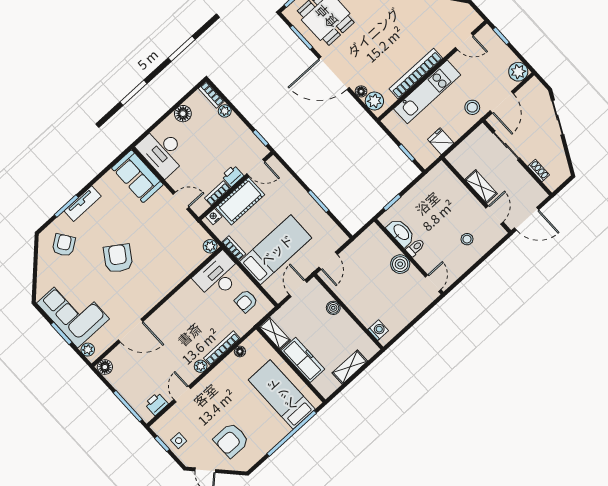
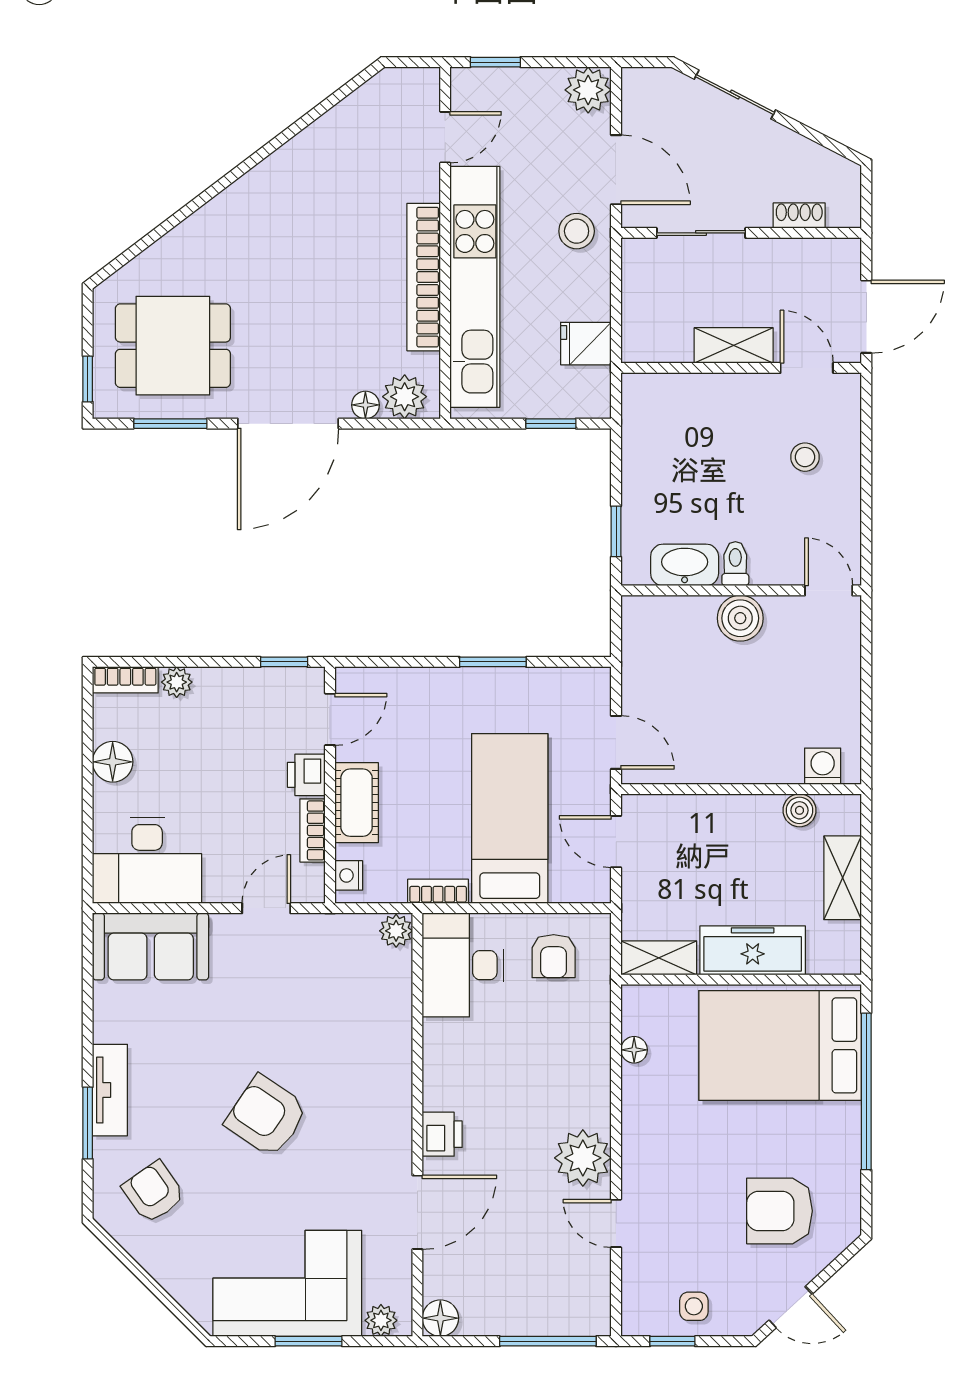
kitchen unit: (427, 92) -> (475, 287), width x1.36
cot: (240, 201) -> (357, 803), width x0.73, depth x0.75
boiler: (333, 308) -> (800, 810), moved
bookcase: (222, 348) -> (599, 1077), removed
plant: (201, 366) -> (583, 1158), width x1.88, depth x1.88
bed: (282, 395) -> (780, 1045), width x1.50
printer: (156, 404) -> (442, 1134), moved, turned 180
armchair: (231, 440) -> (779, 1211), turned 90

